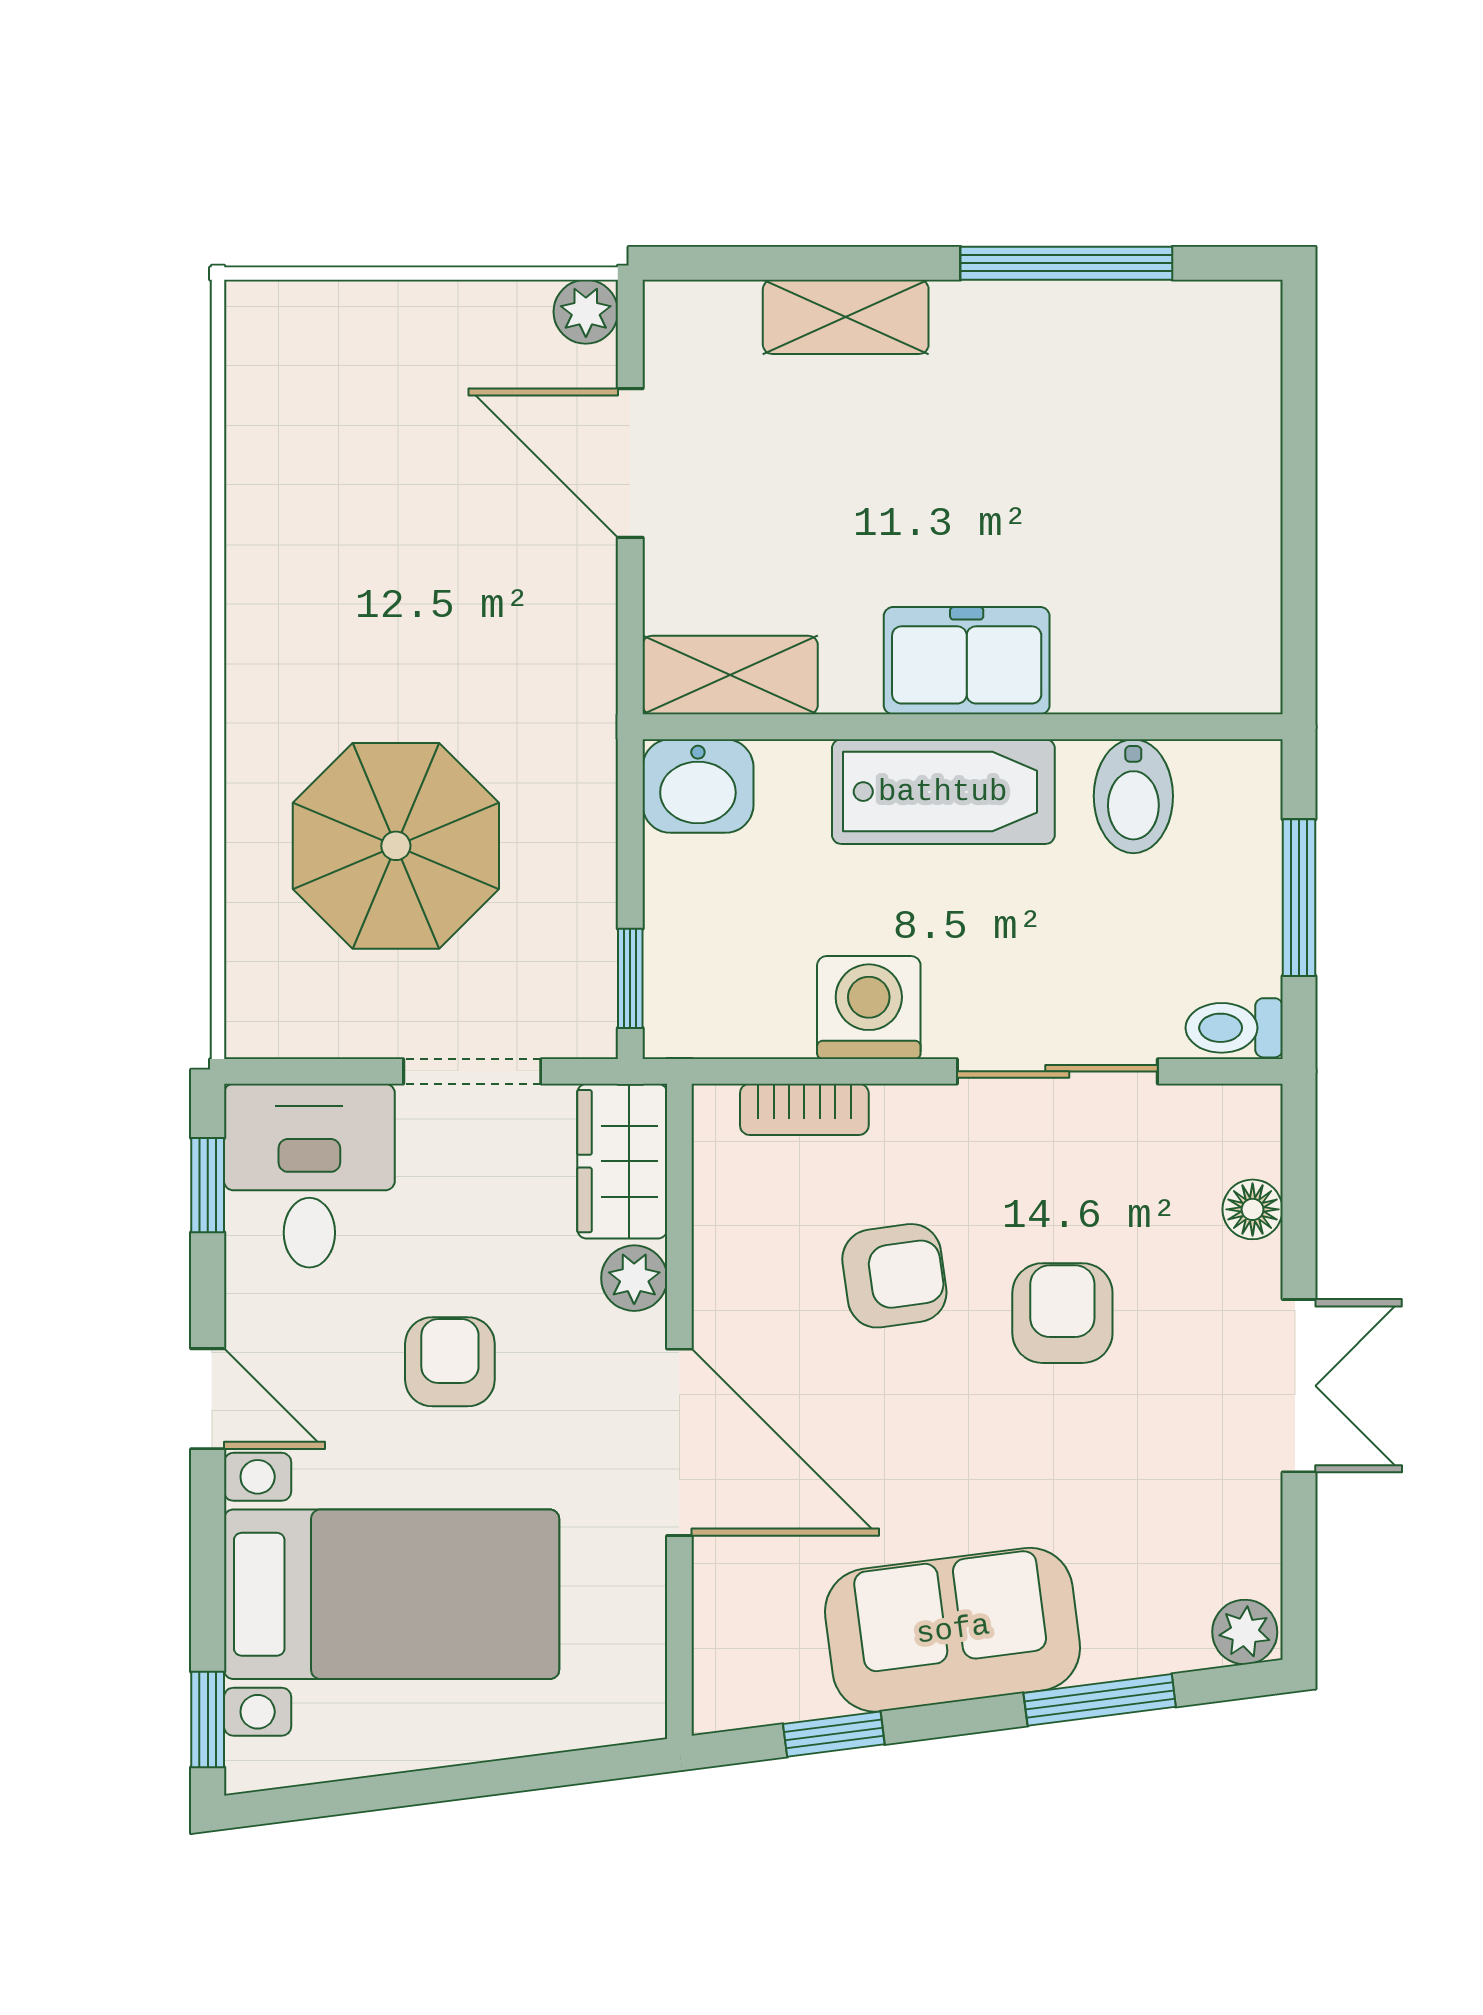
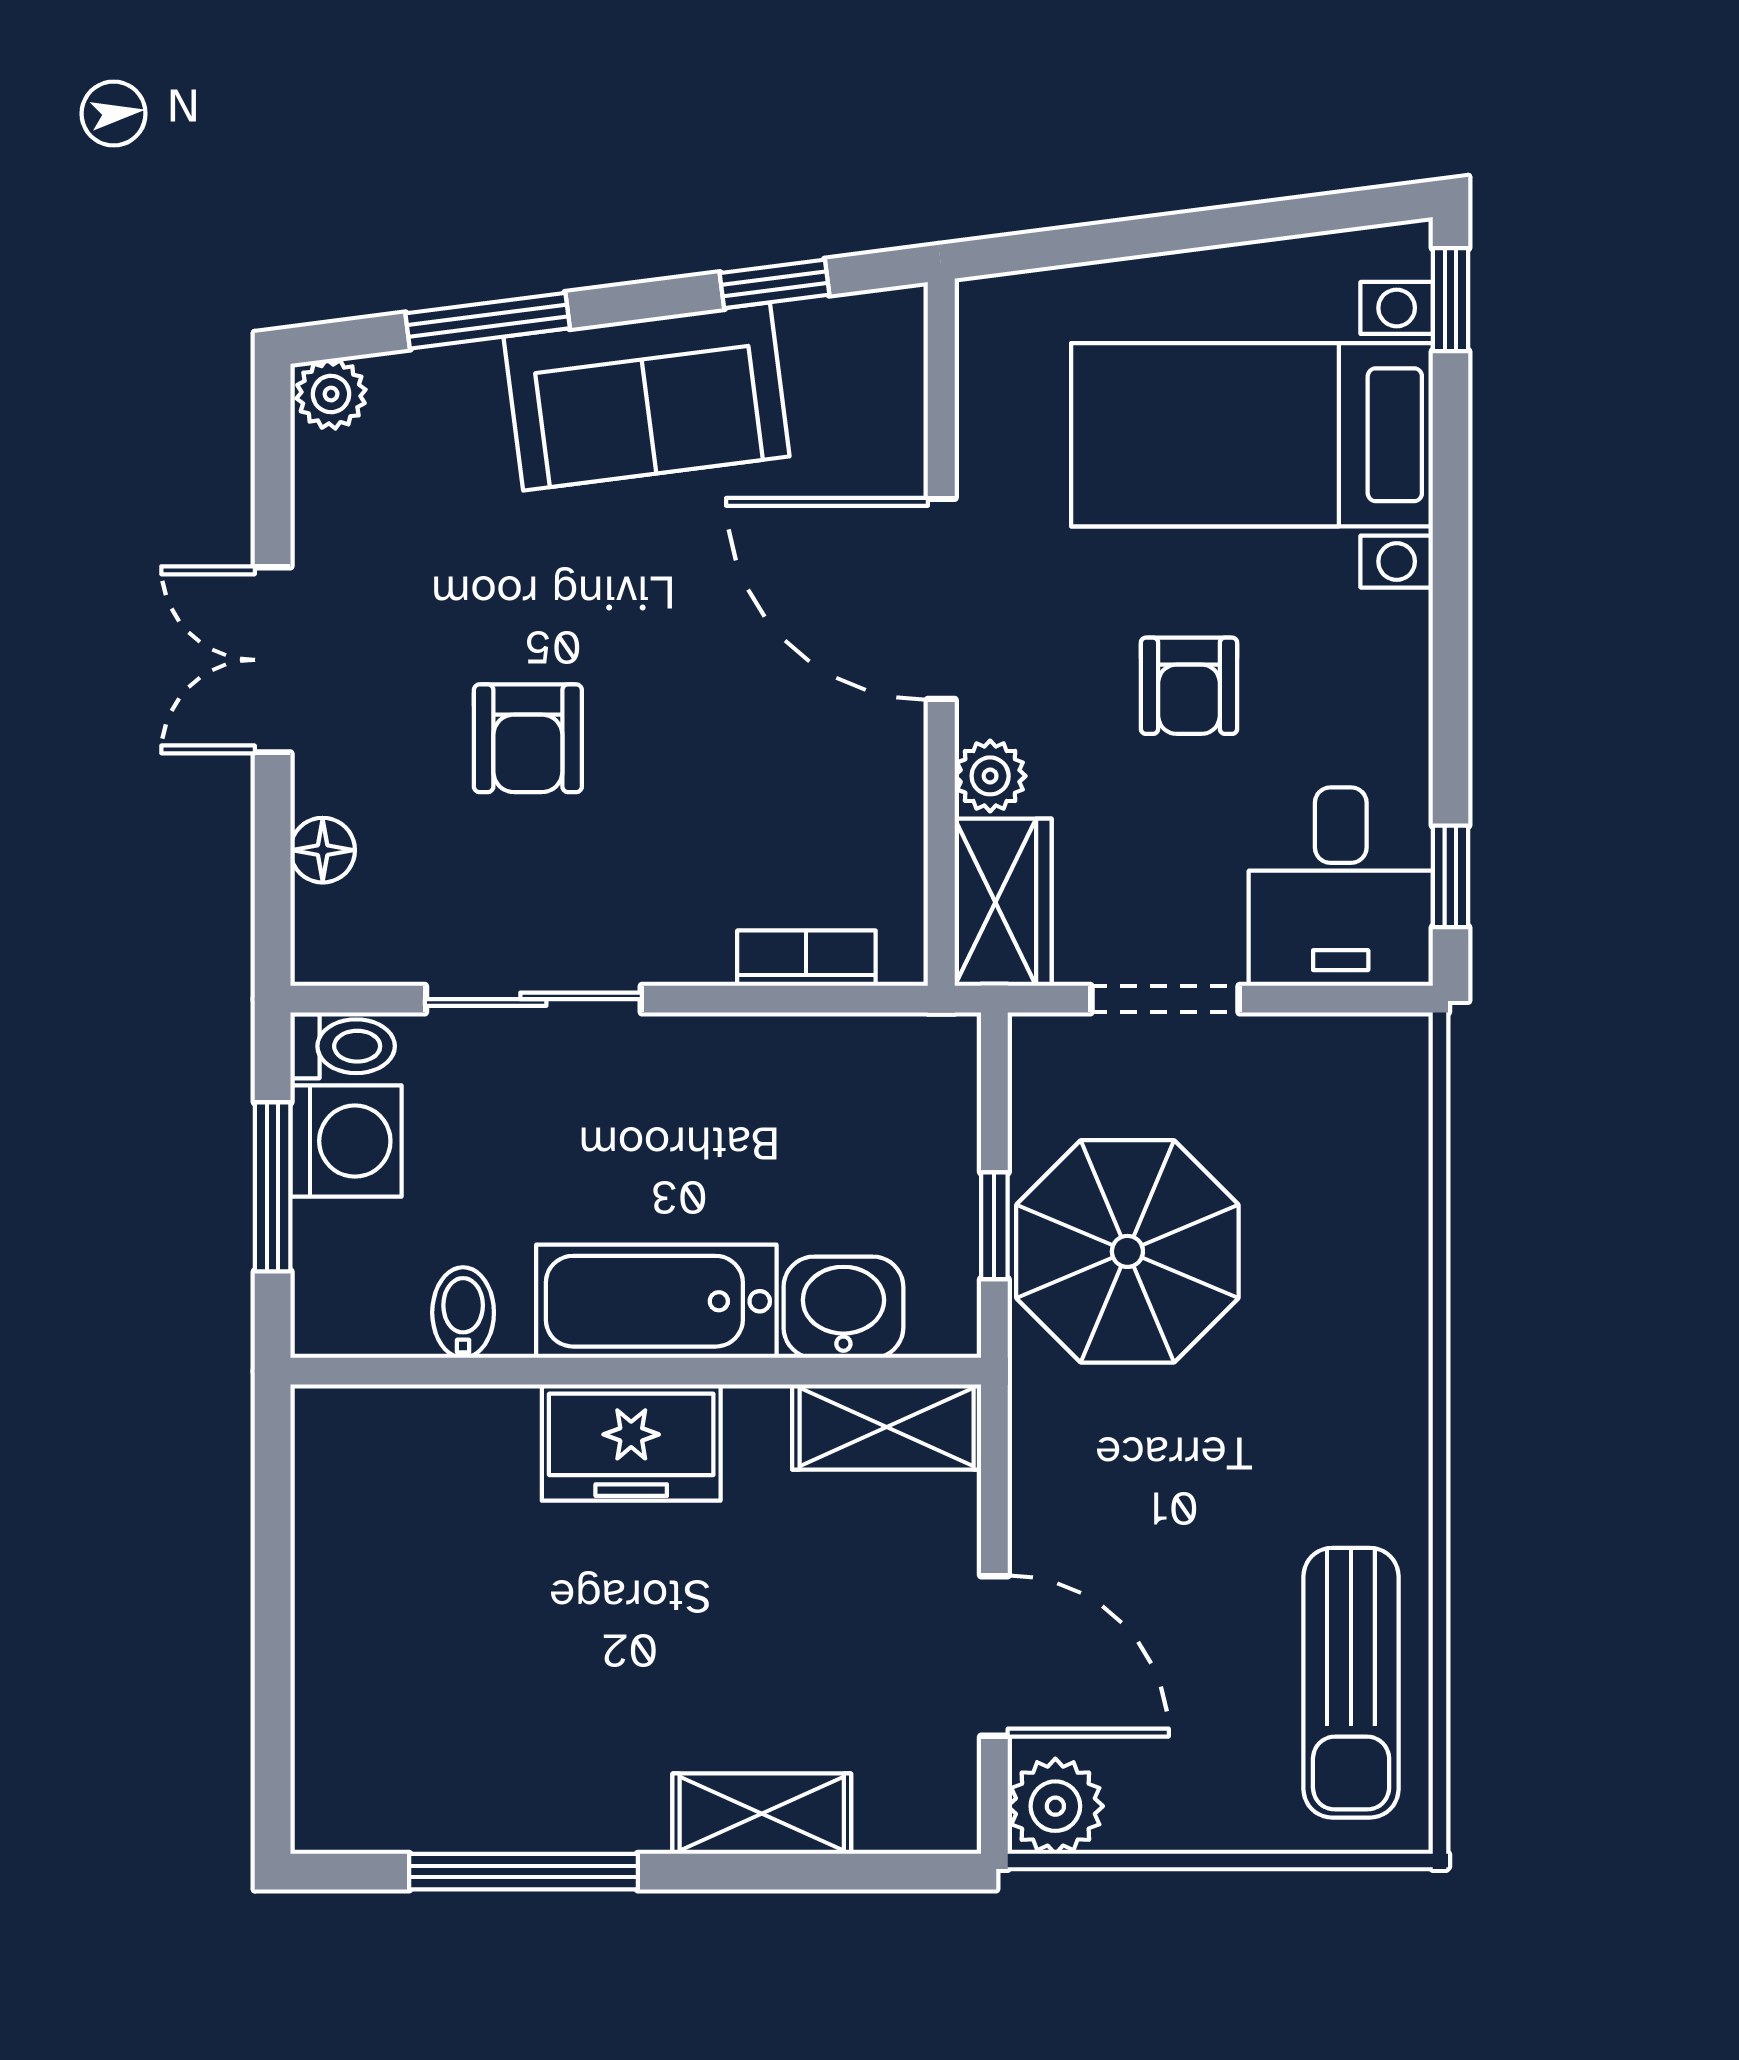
plant: (586, 312) -> (1055, 1806), width x1.38, depth x1.38
sun lounger: (300, 438) -> (1351, 1683), added
washbasin: (698, 786) -> (843, 1307), moved
bidet: (1133, 796) -> (463, 1313), width x0.72, depth x0.74
parasol: (396, 846) -> (1127, 1251), moved
window: (630, 978) -> (994, 1226), moved
washing machine: (869, 1008) -> (346, 1141), moved, turned -90
armchair: (894, 1276) -> (709, 779), removed
door: (208, 1399) -> (1451, 646), removed

